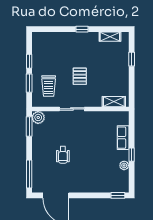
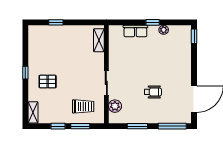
shelving: (110, 37) -> (33, 112), moved
pallet: (80, 76) -> (48, 82), moved
plant: (38, 117) -> (115, 106), moved
window: (29, 126) -> (137, 126), moved

